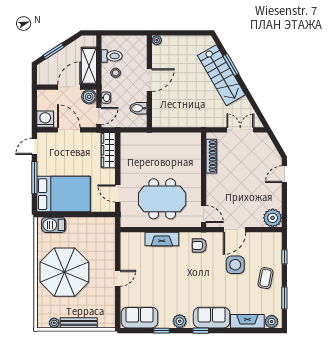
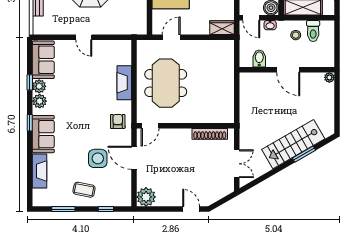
wardrobe: (108, 150) -> (222, 28), width x0.67
plant: (272, 322) -> (39, 86), moved

